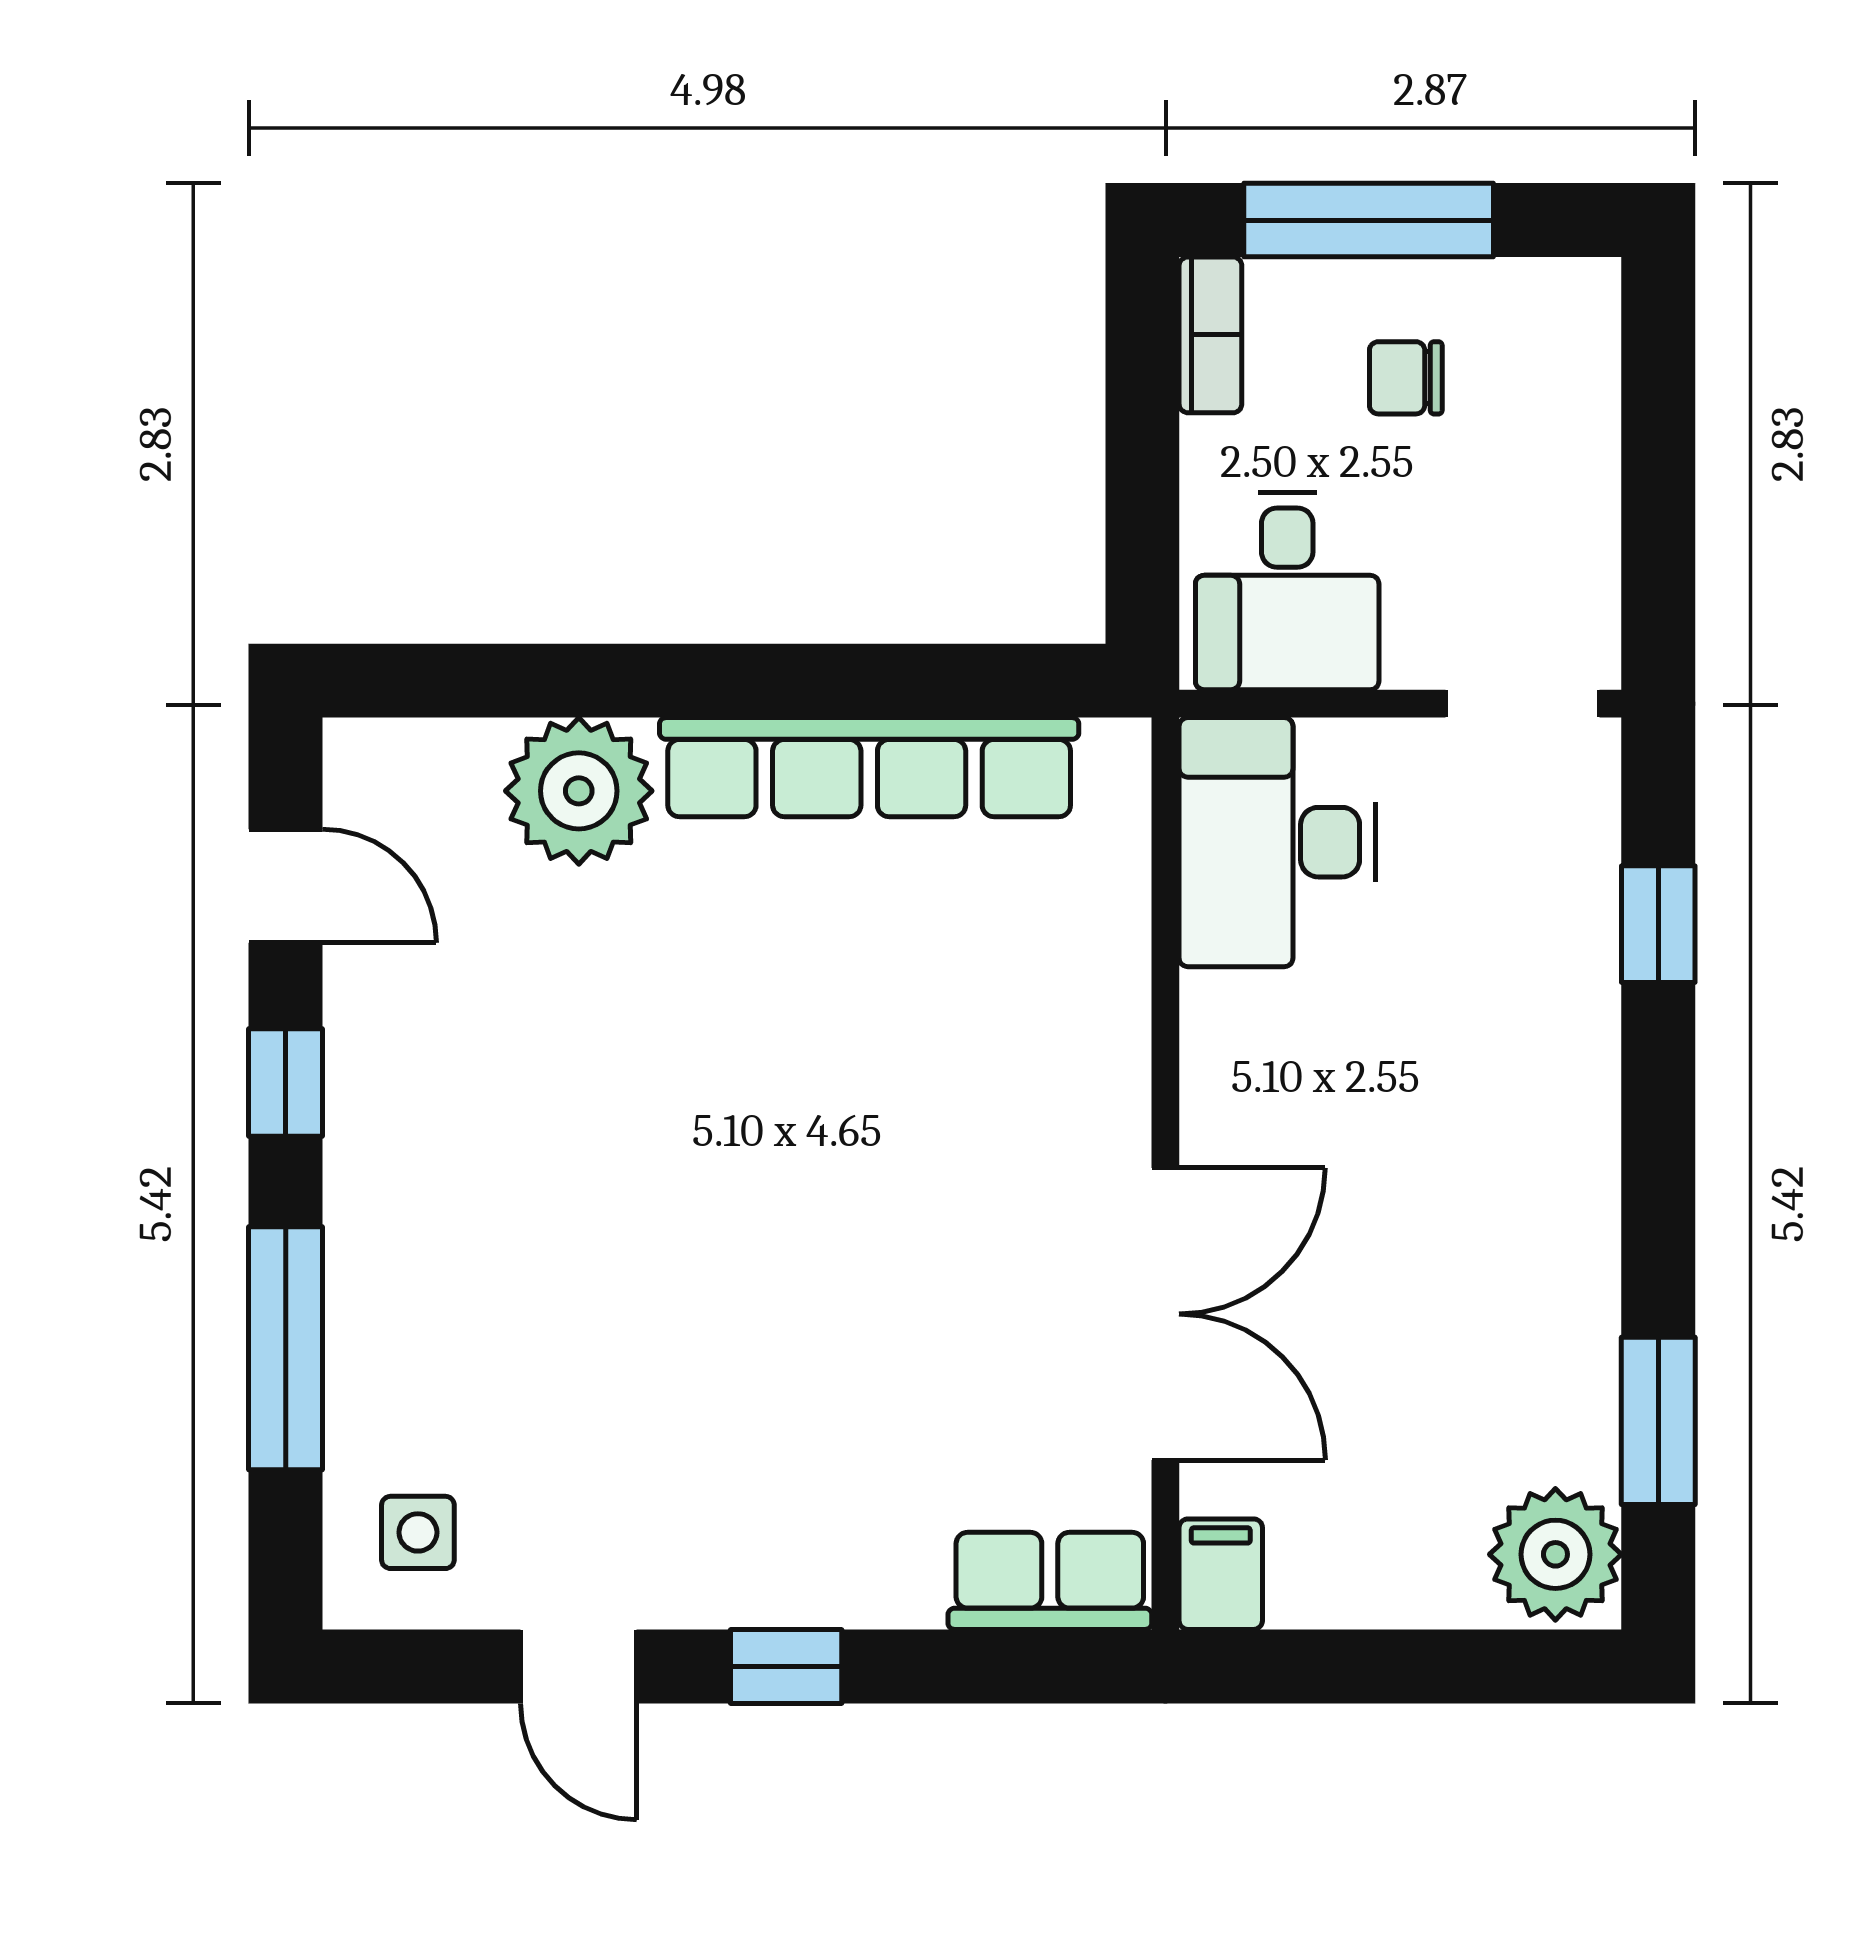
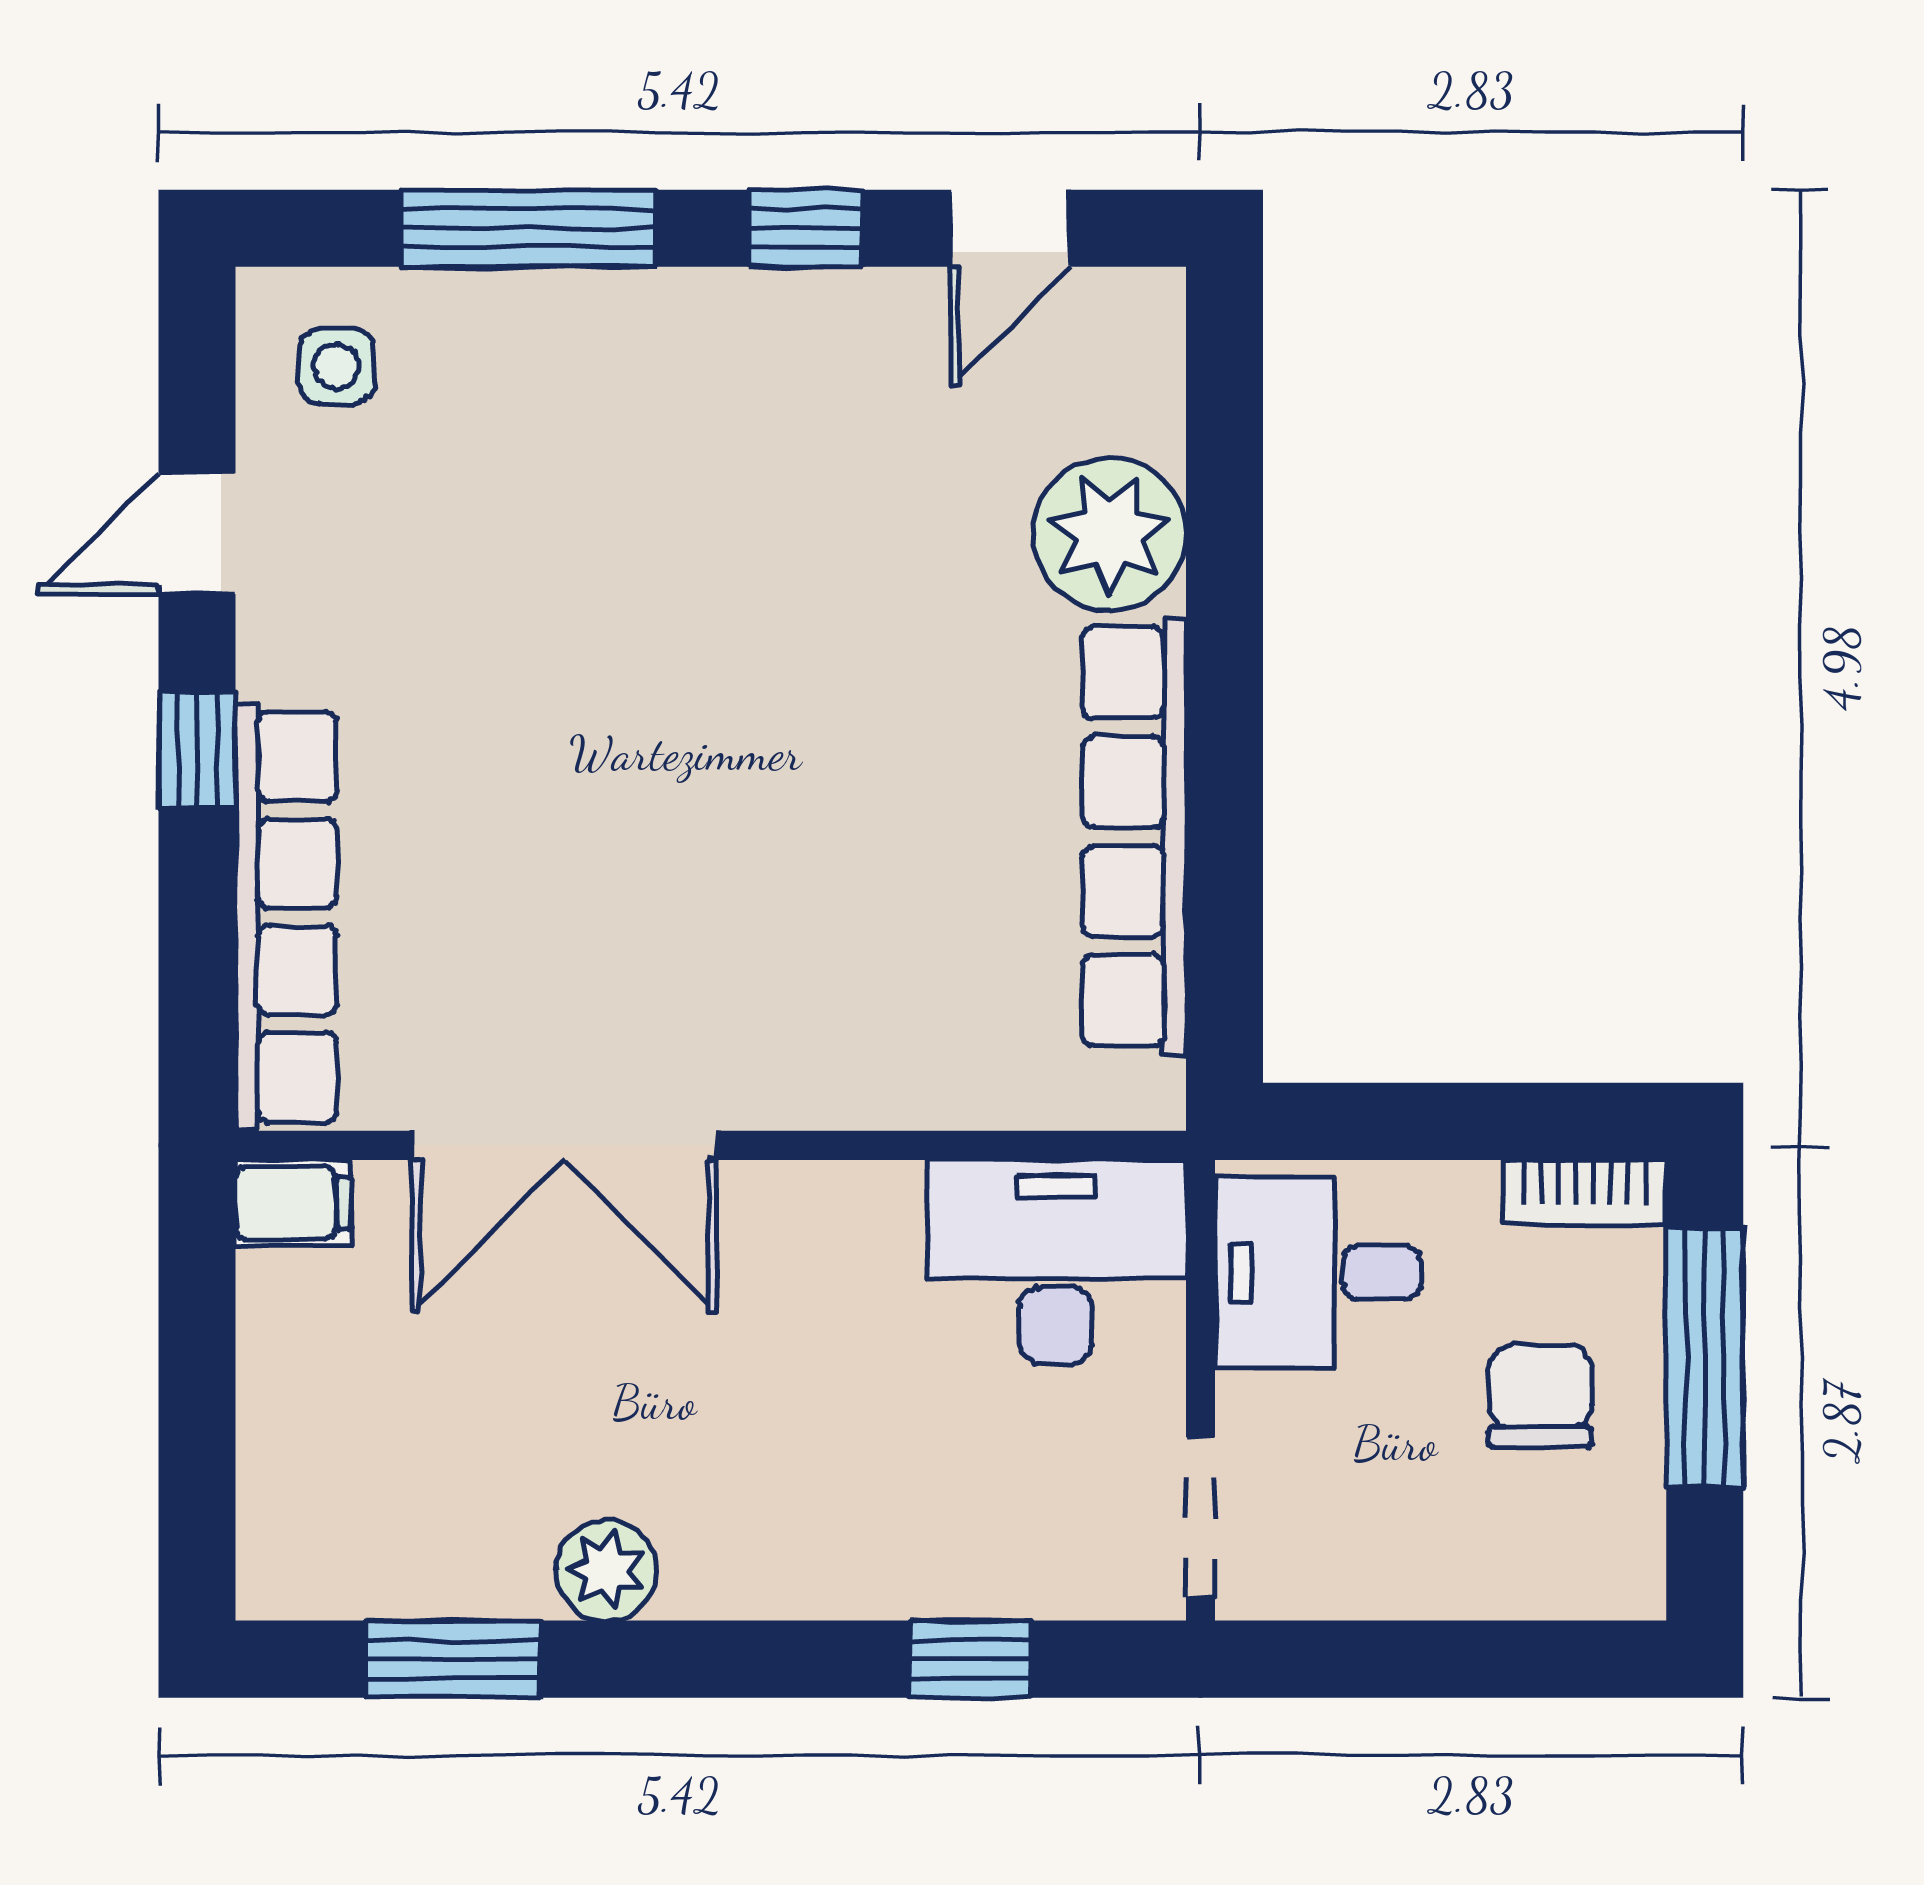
chair: (1406, 378) -> (1540, 1396), width x1.37, depth x1.37
plant: (1555, 1554) -> (606, 1570), moved, width x0.73, depth x0.73
row of seats: (1050, 1581) -> (286, 917), width x2.02

